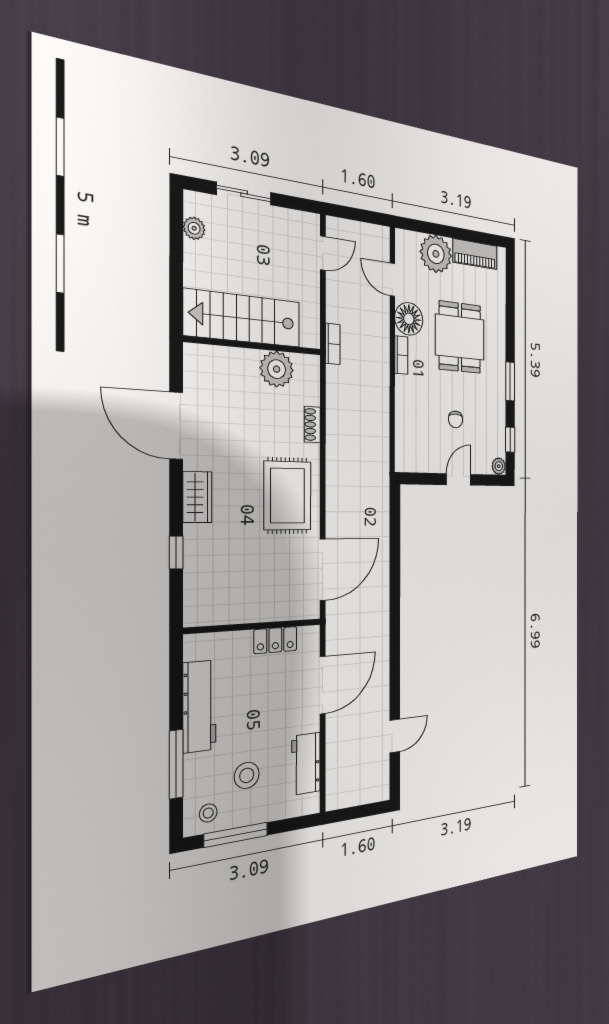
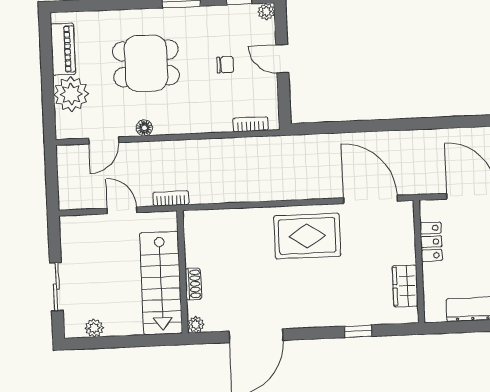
door: (323, 253) -> (122, 210), moved
floor lamp: (409, 319) -> (144, 128), width x0.53, depth x0.53
bookcase: (401, 355) -> (251, 124), moved
plant: (277, 369) -> (196, 325), moved, width x0.53, depth x0.53
shoe rack: (312, 425) -> (193, 284), moved, turned -90
wardrobe: (197, 497) -> (405, 286), moved, turned -90

